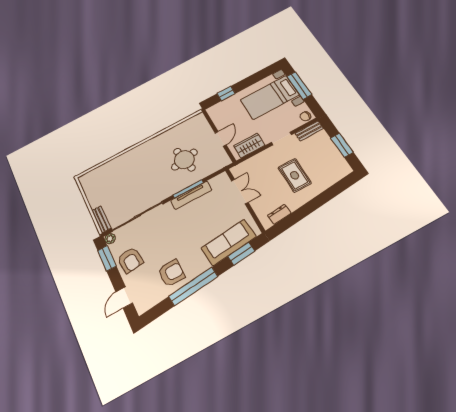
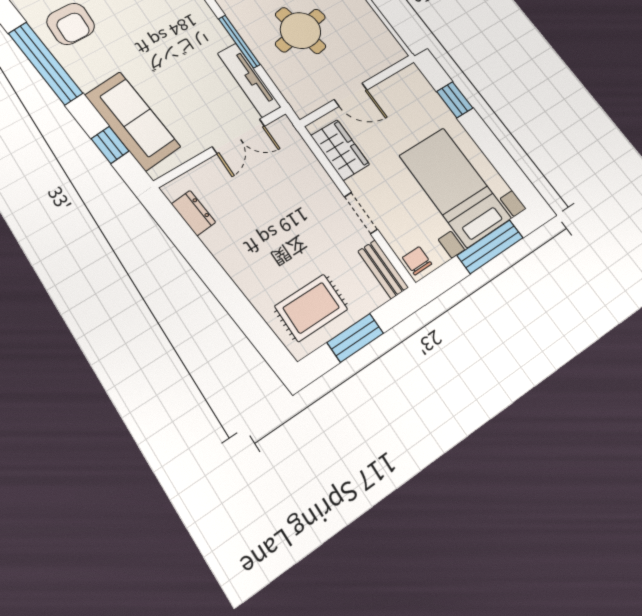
rug: (295, 175) -> (311, 308), moved
tv unit: (191, 195) -> (249, 80), moved
window: (241, 254) -> (110, 145), width x0.67

